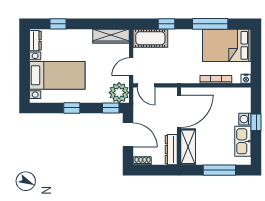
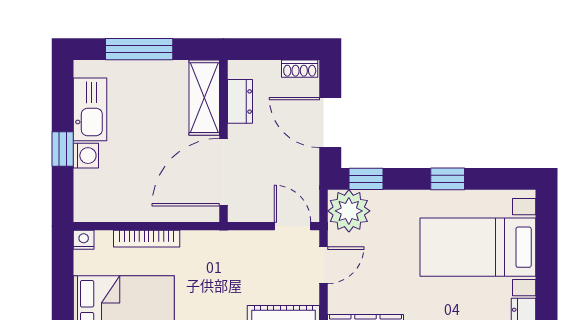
dresser: (171, 150) -> (240, 101), width x0.70

